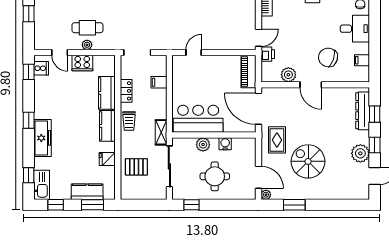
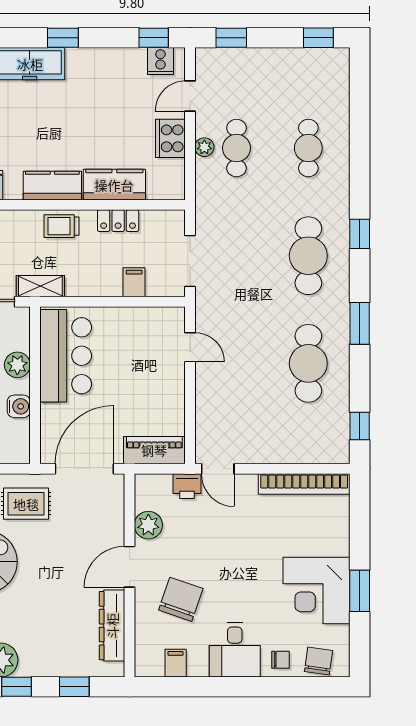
window: (29, 14) -> (231, 38), moved
doorway: (137, 52) -> (190, 261), moved
dresser: (363, 111) -> (112, 626), moved, turned -90

